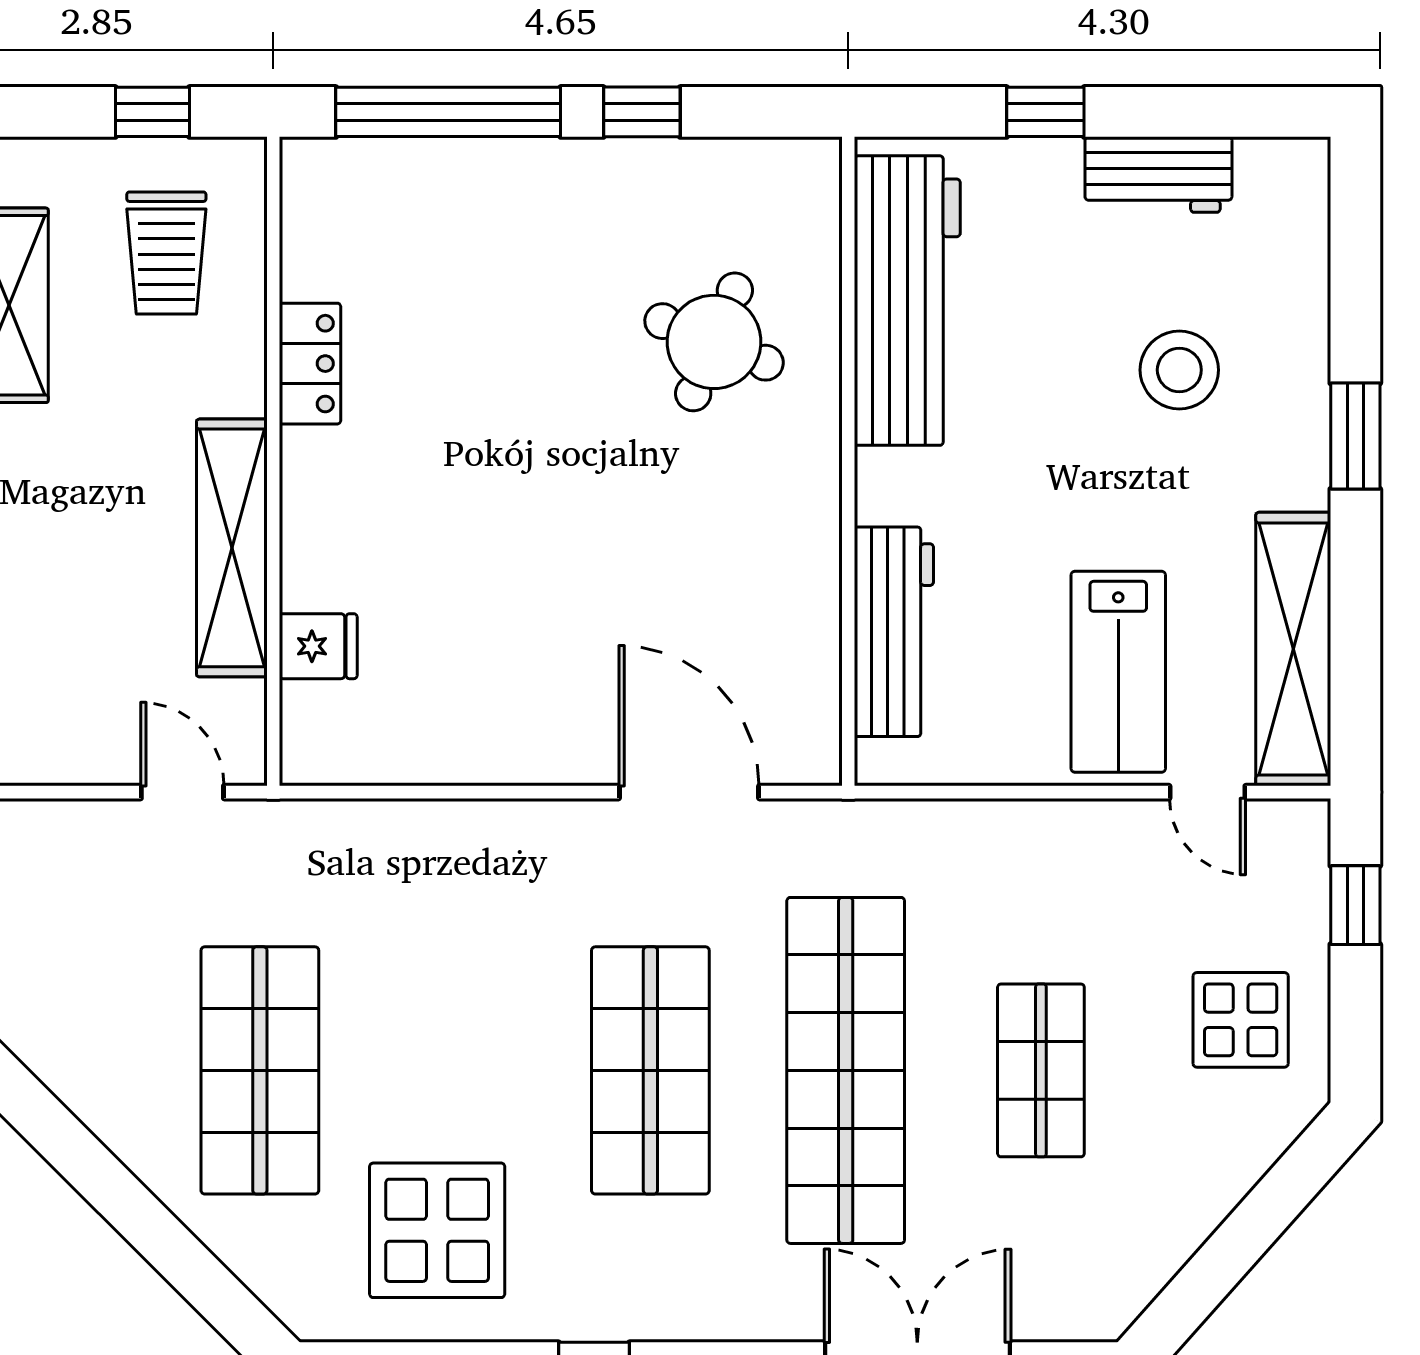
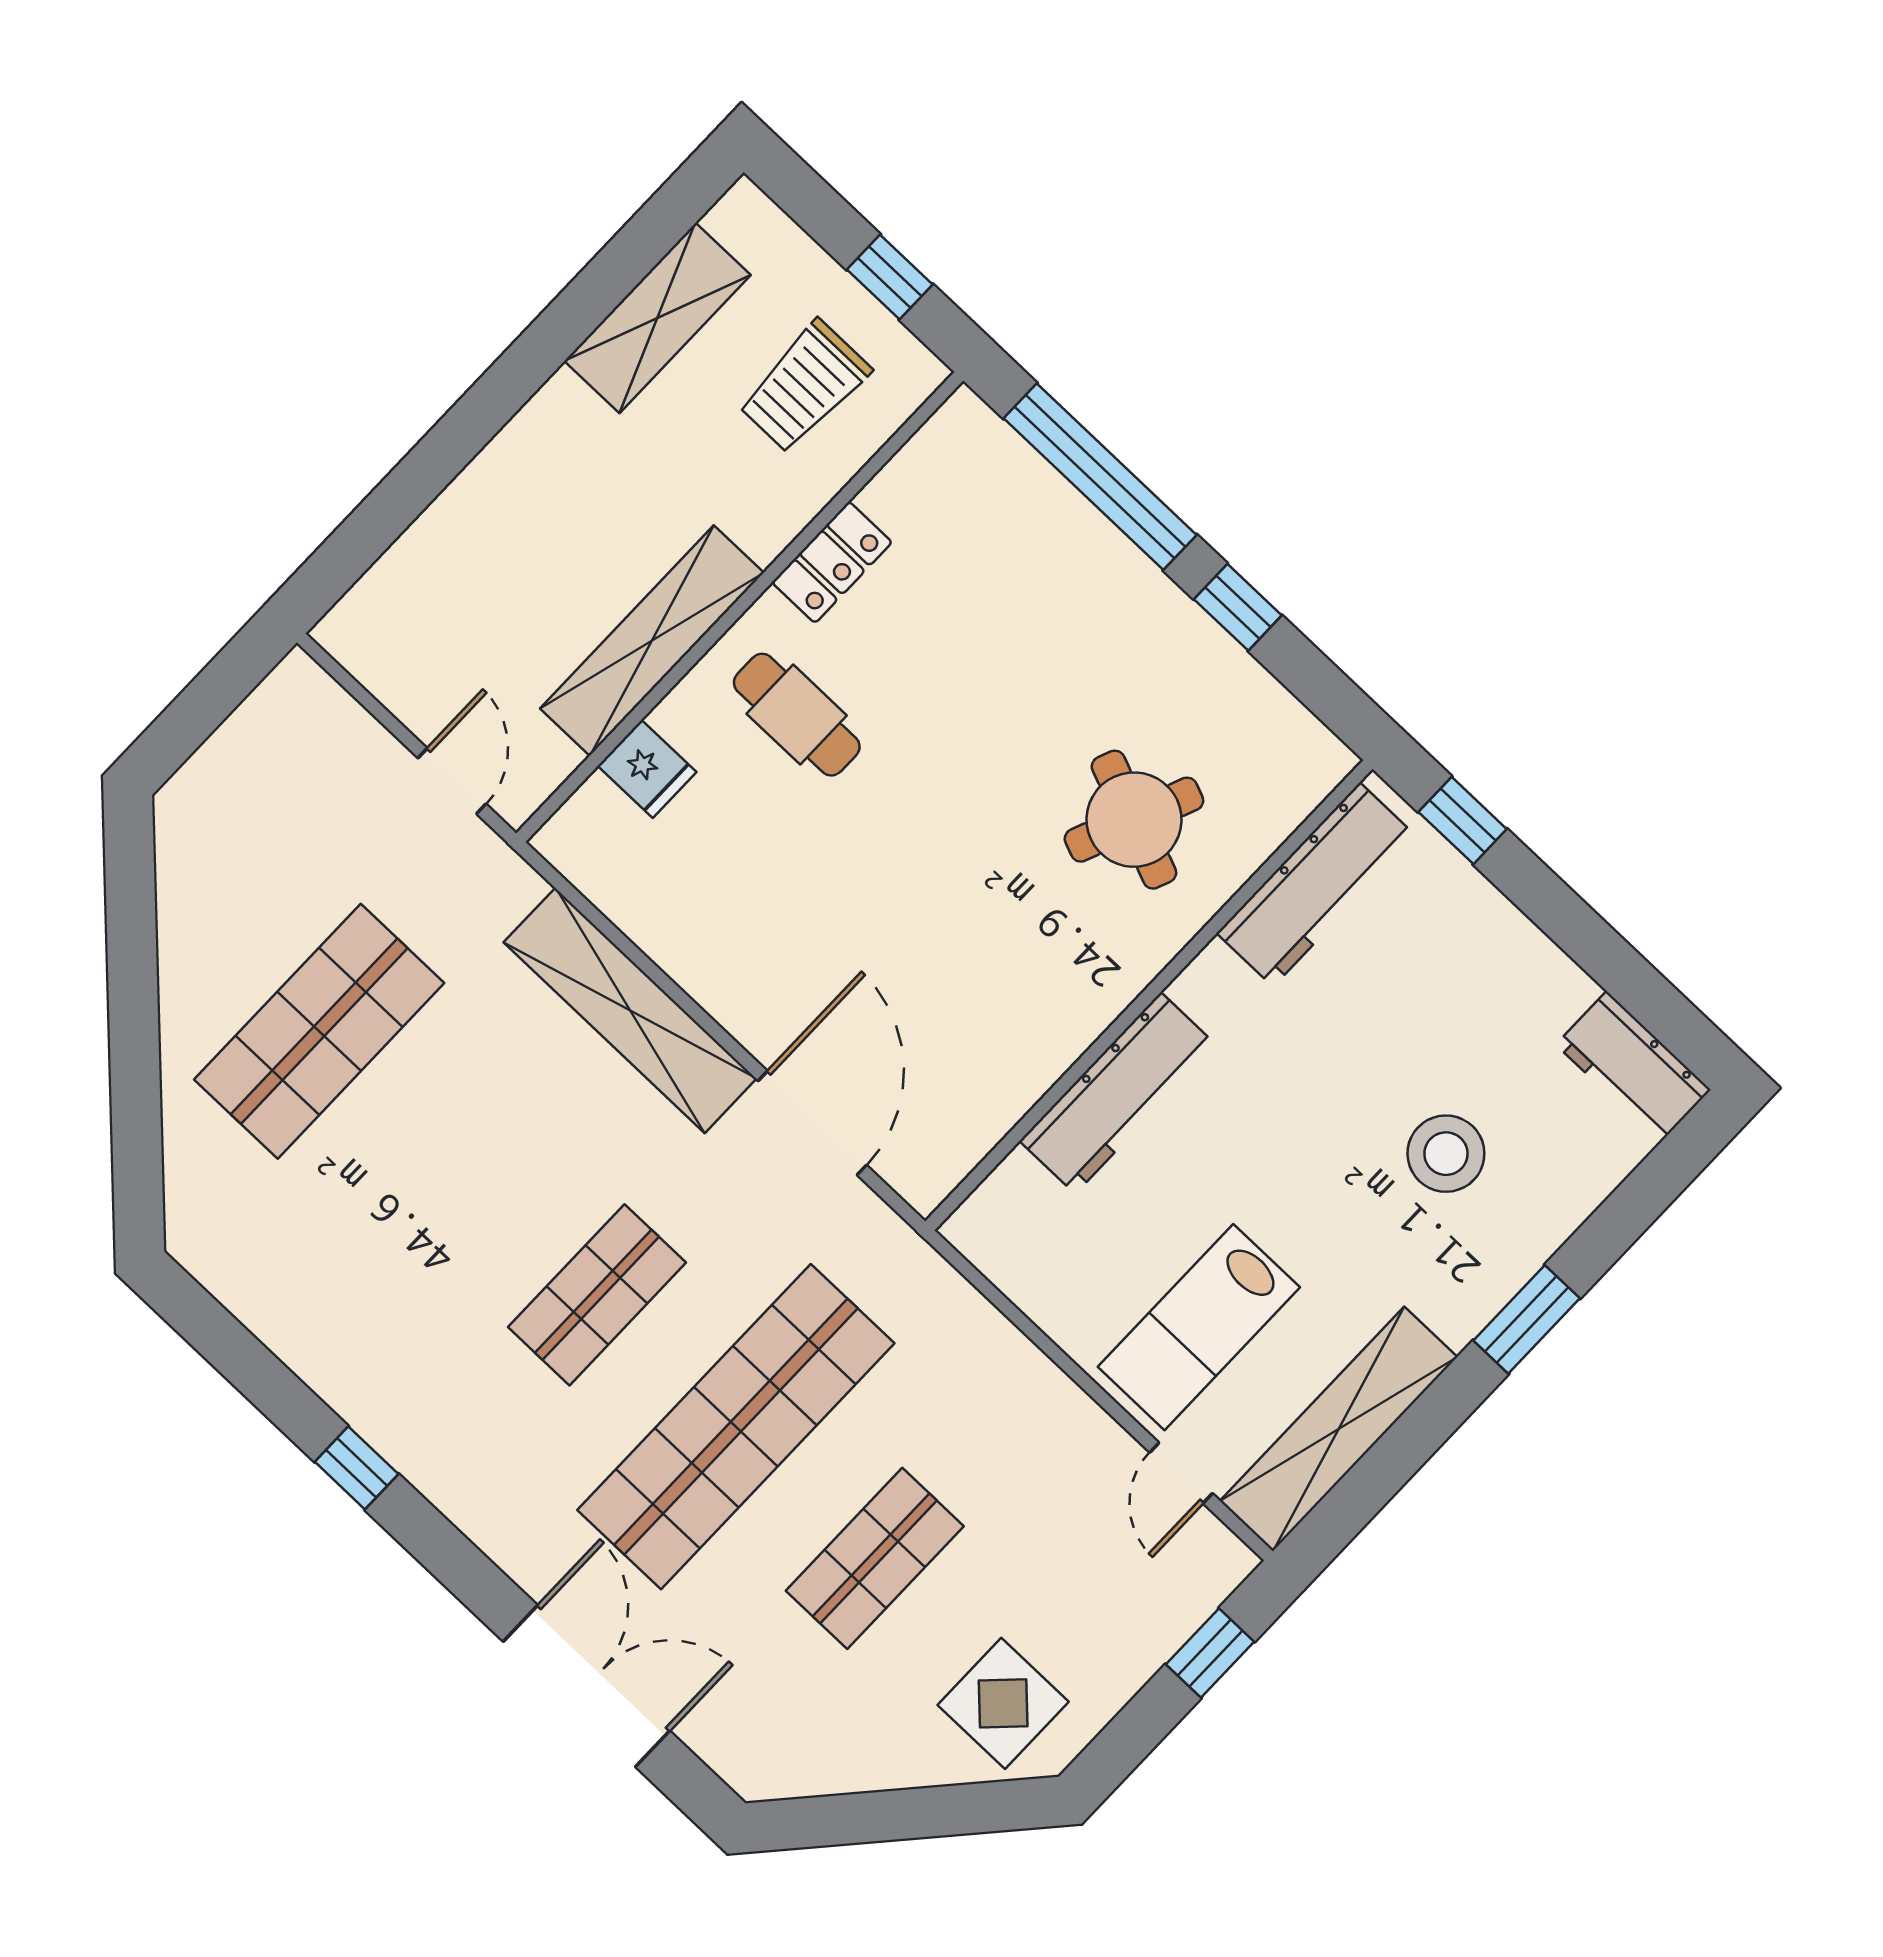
window: (1045, 112) -> (1463, 821), moved
workbench: (1158, 175) -> (1633, 1067), moved
workbench: (907, 301) -> (1316, 884), width x0.73, depth x0.76
cafe table: (391, 501) -> (797, 715), added
workbench: (894, 632) -> (1118, 1093), moved
shelving: (475, 837) -> (630, 1010), added
display table: (1241, 1020) -> (1003, 1703), moved
shop shelf: (650, 1070) -> (597, 1295), width x0.70, depth x0.74
display table: (437, 1230) -> (337, 1265), removed

